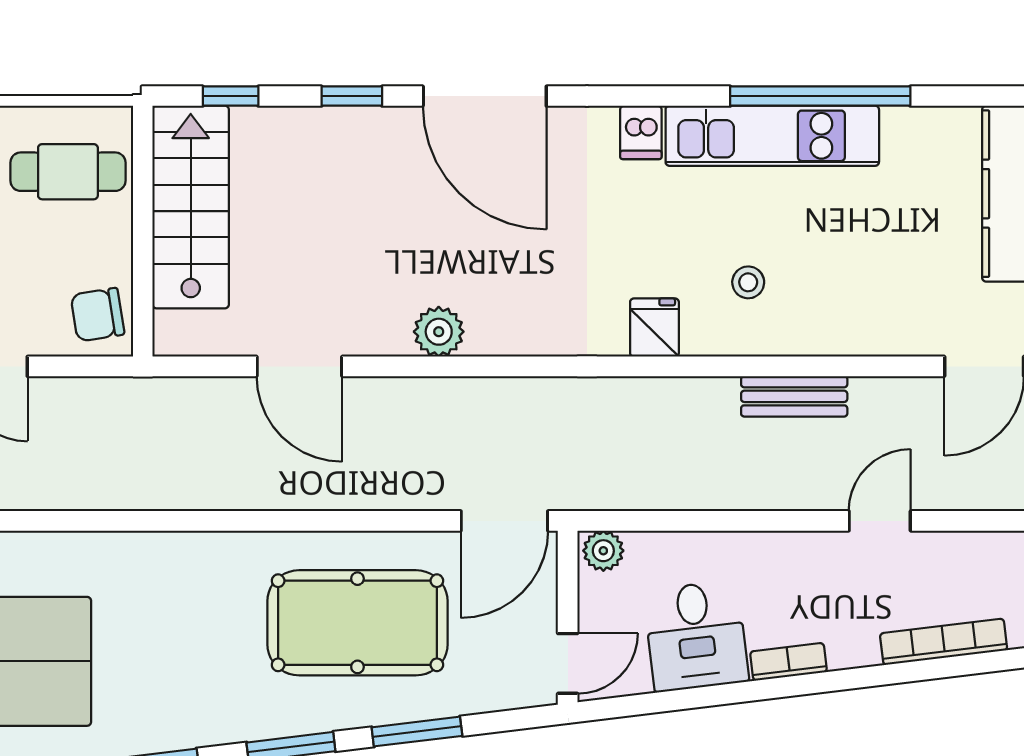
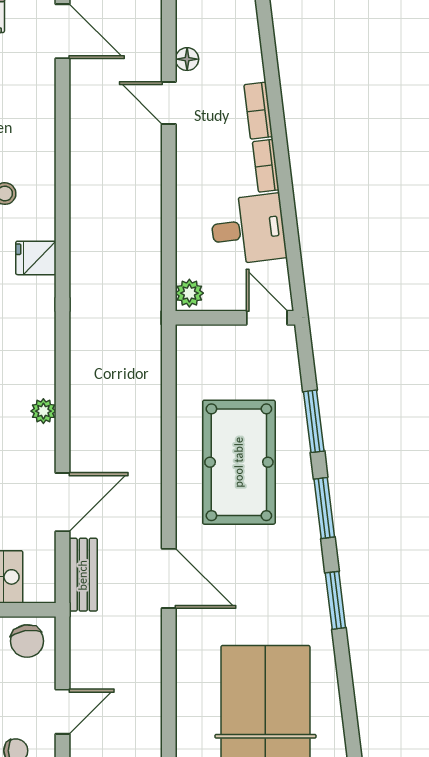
plant: (439, 332) -> (43, 411), width x0.73, depth x0.73
bench: (794, 396) -> (83, 575), moved
door: (504, 521) -> (169, 578), moved
floor lamp: (944, 547) -> (187, 59), added
bookcase: (944, 642) -> (258, 111), moved, width x0.64

